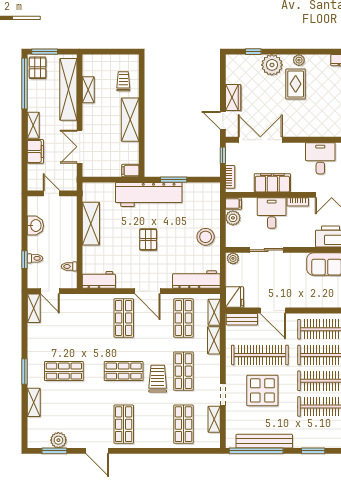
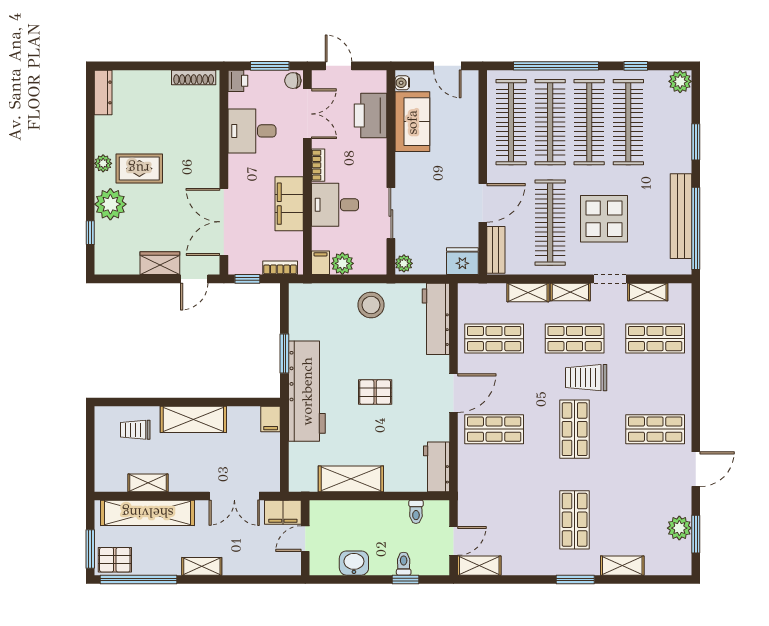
filing cabinet: (35, 151) -> (283, 512), moved, turned 180
shelving: (214, 312) -> (570, 292), moved

